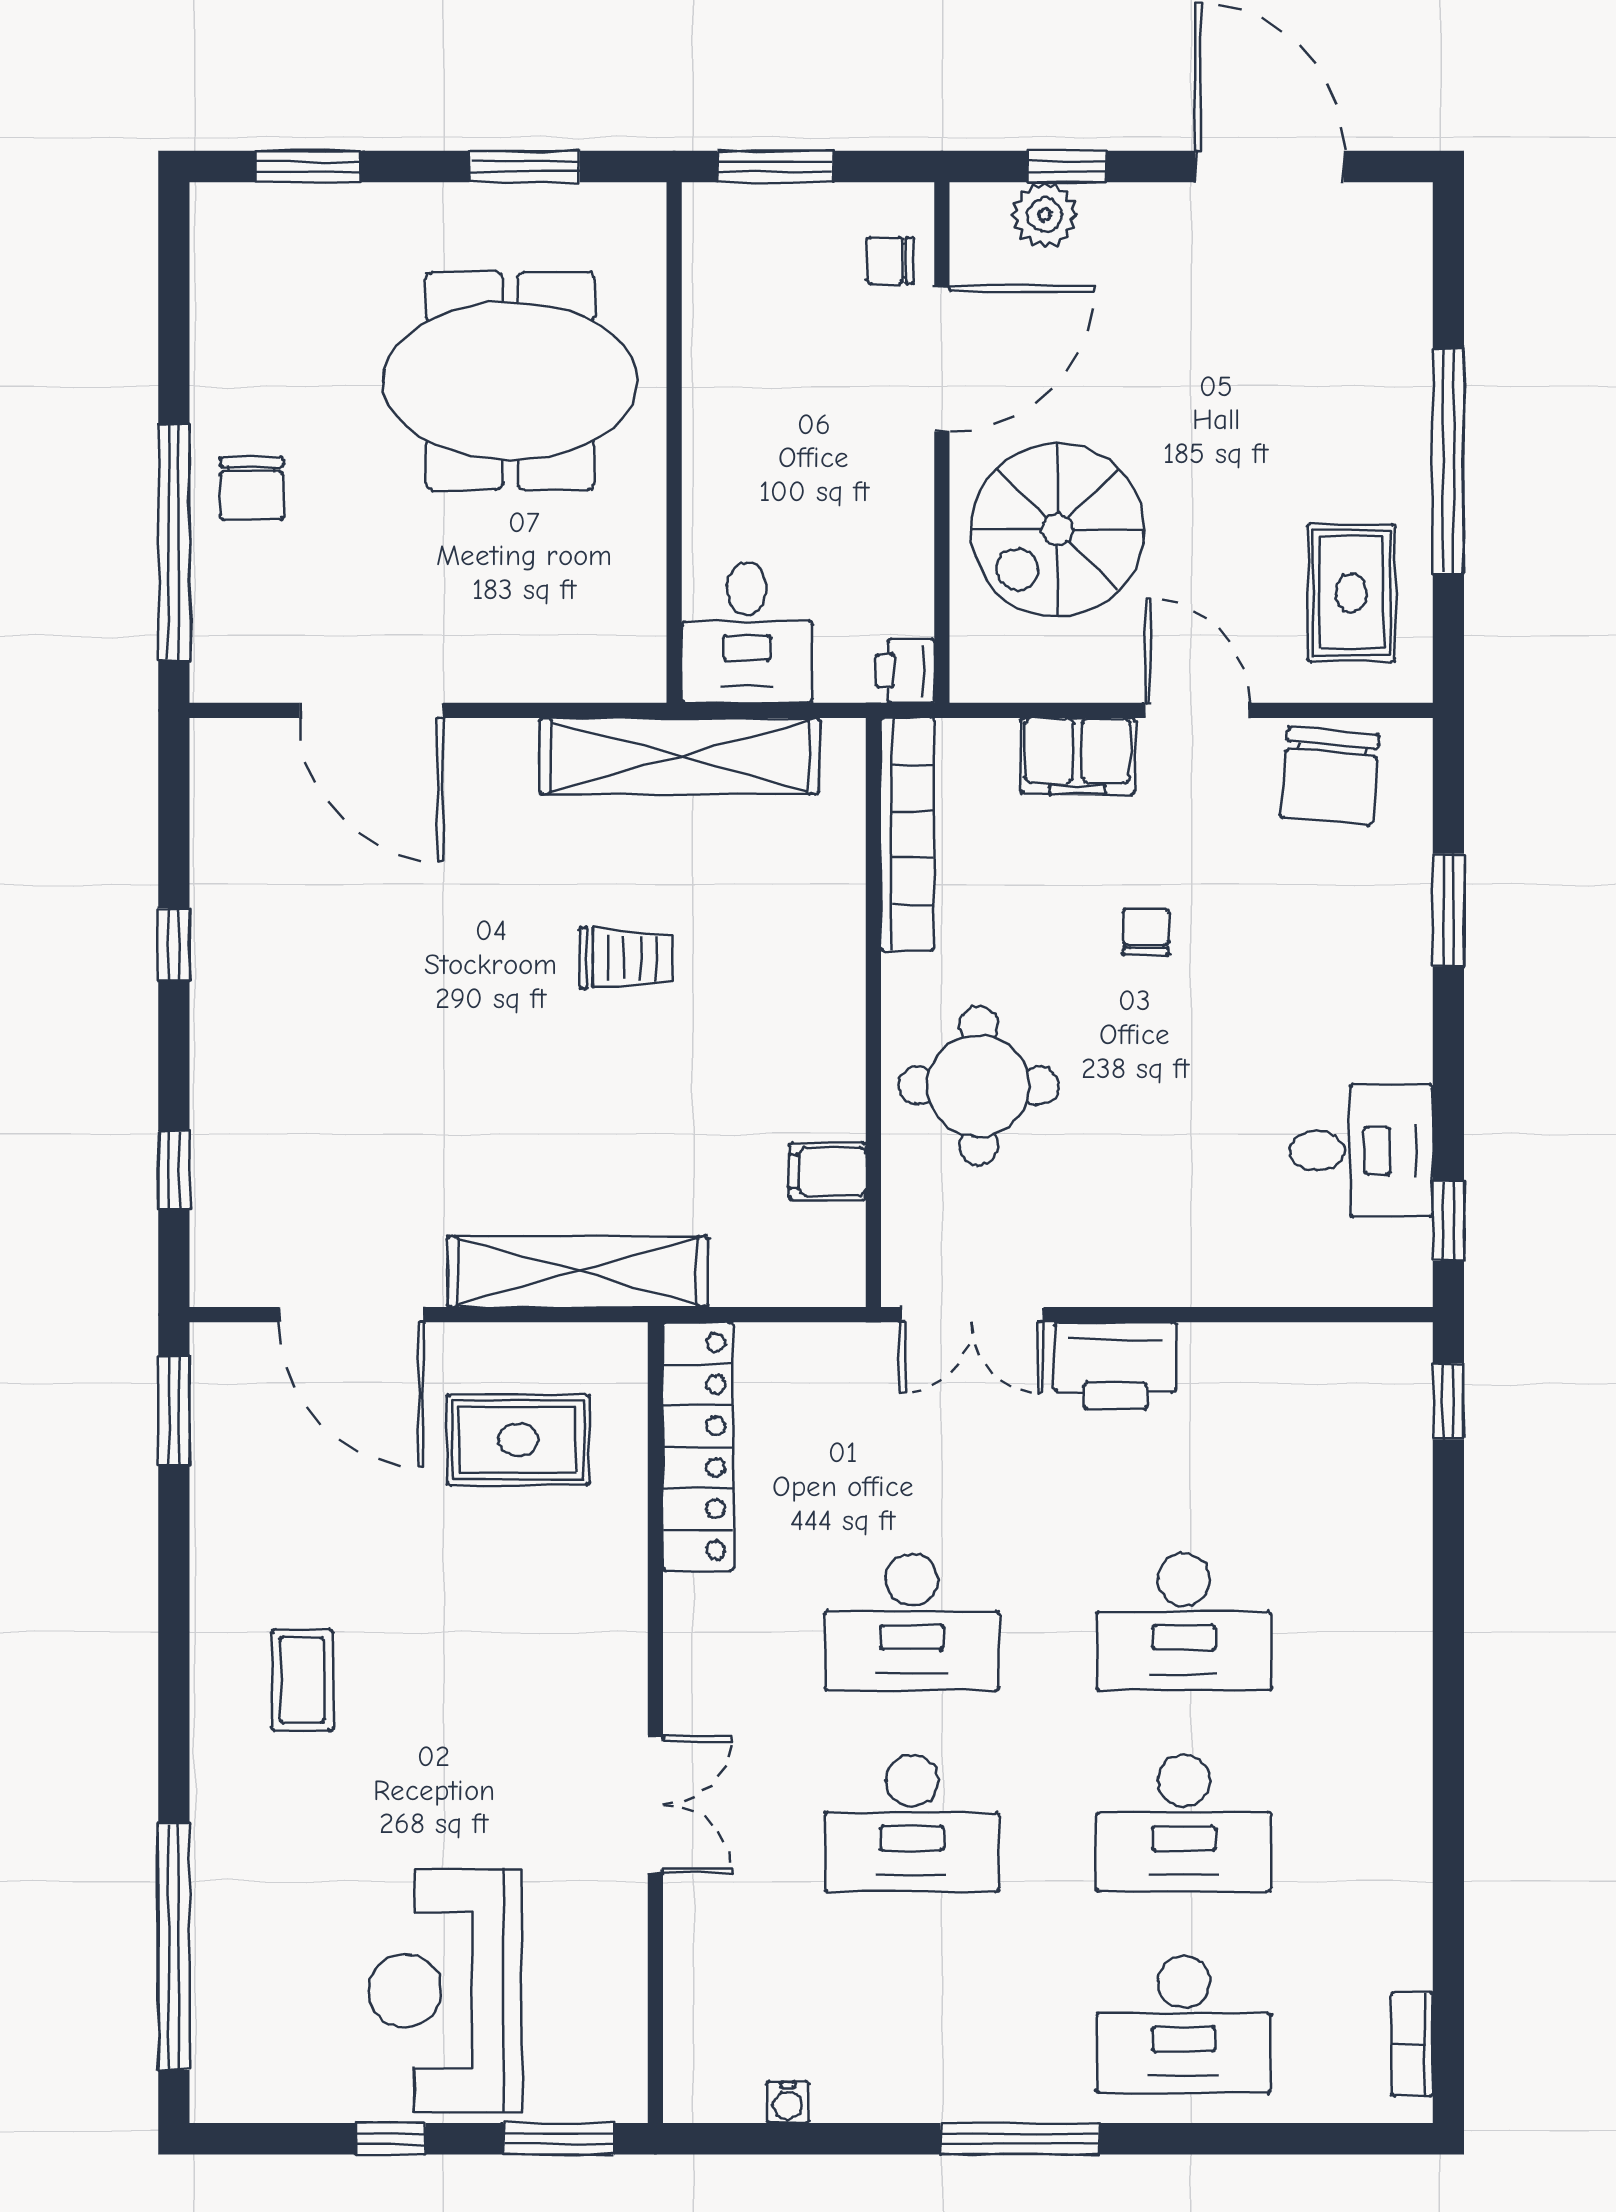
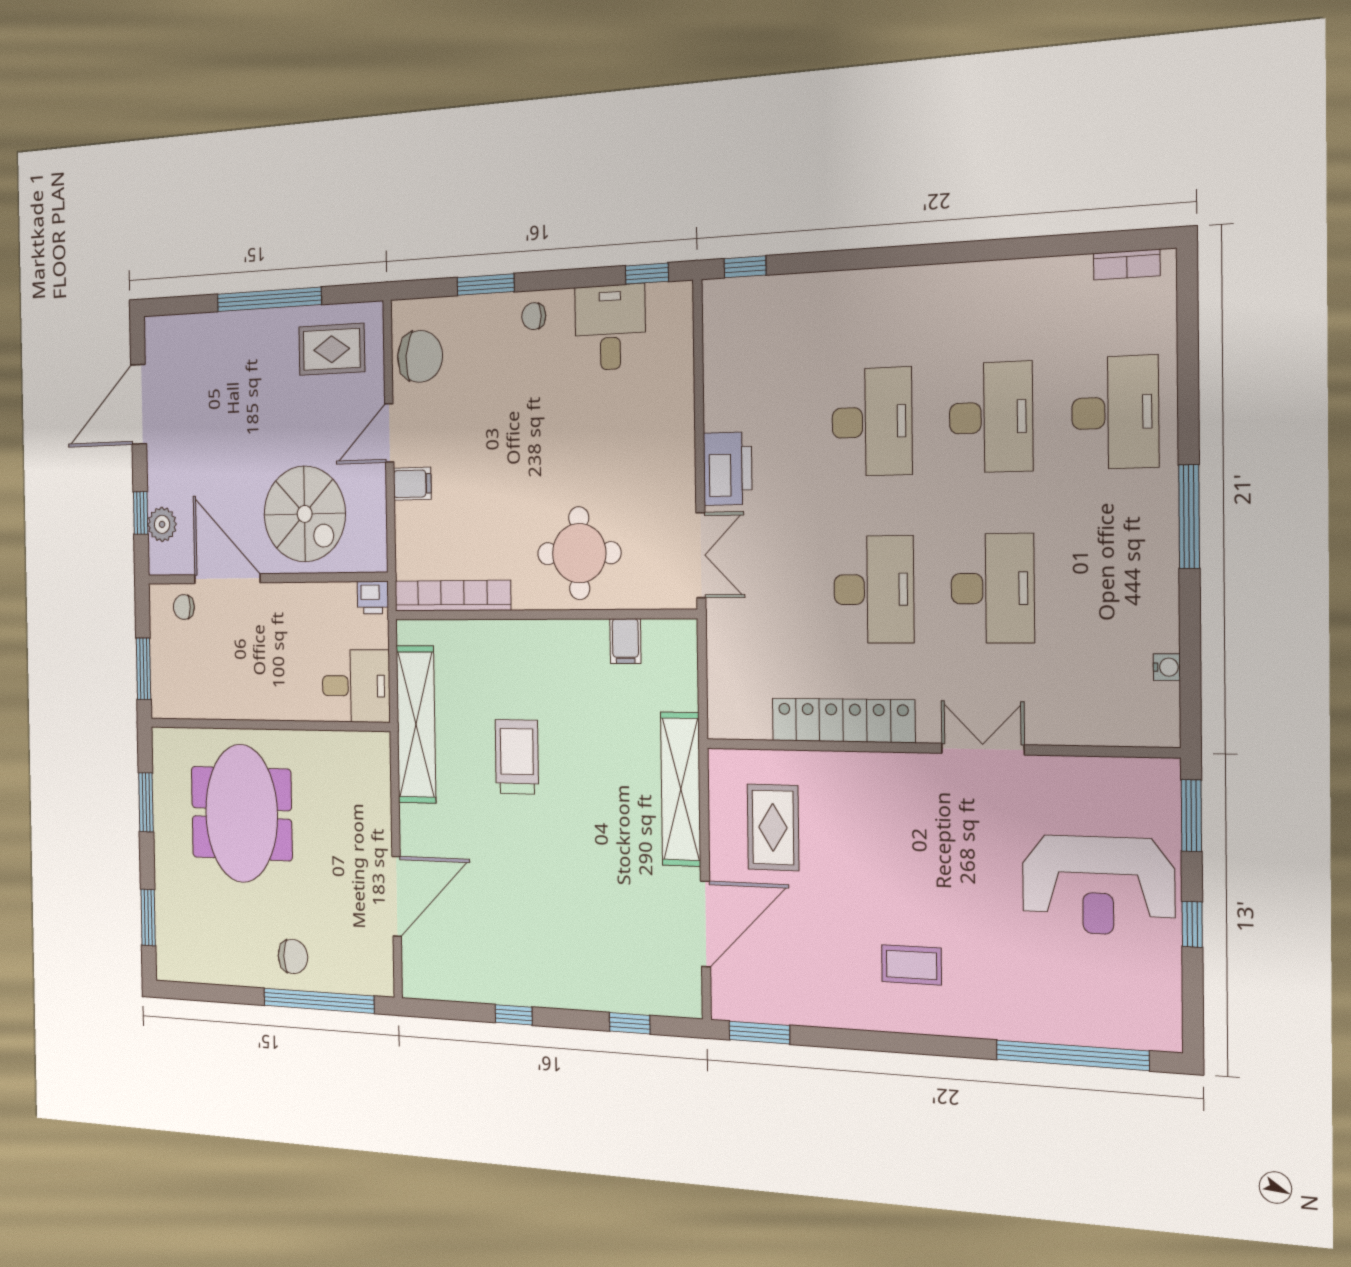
chair: (890, 261) -> (184, 607), turned 90
filing cabinet: (1077, 756) -> (412, 484), width x0.50
chair: (1146, 932) -> (534, 316), moved
trolley: (626, 958) -> (517, 757), width x1.36, depth x1.39
locker: (698, 1447) -> (843, 720), moved

